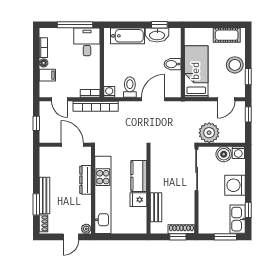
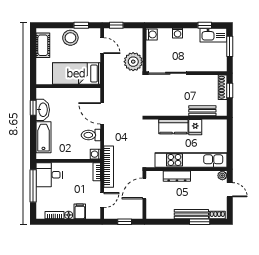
bidet: (172, 64) -> (70, 96), removed
boiler: (224, 154) -> (153, 48), removed
washing machine: (235, 185) -> (178, 33), width x0.53, depth x0.53

